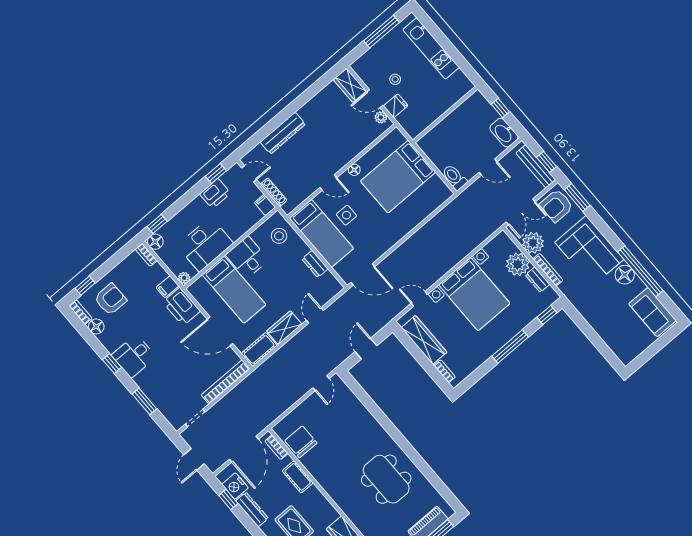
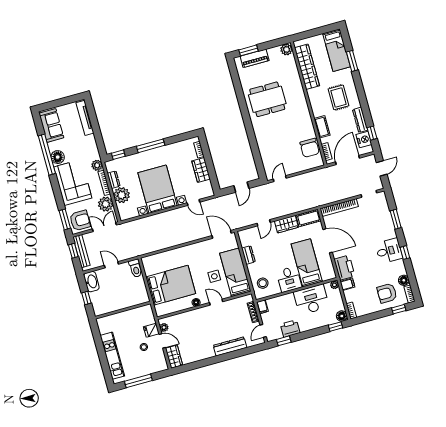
door: (249, 174) -> (263, 331), hinge flipped
plant: (568, 288) -> (97, 165), added
wardrobe: (424, 340) -> (201, 170), width x0.67
tv unit: (613, 343) -> (85, 118), added
dining table: (386, 479) -> (267, 99), turned 90

